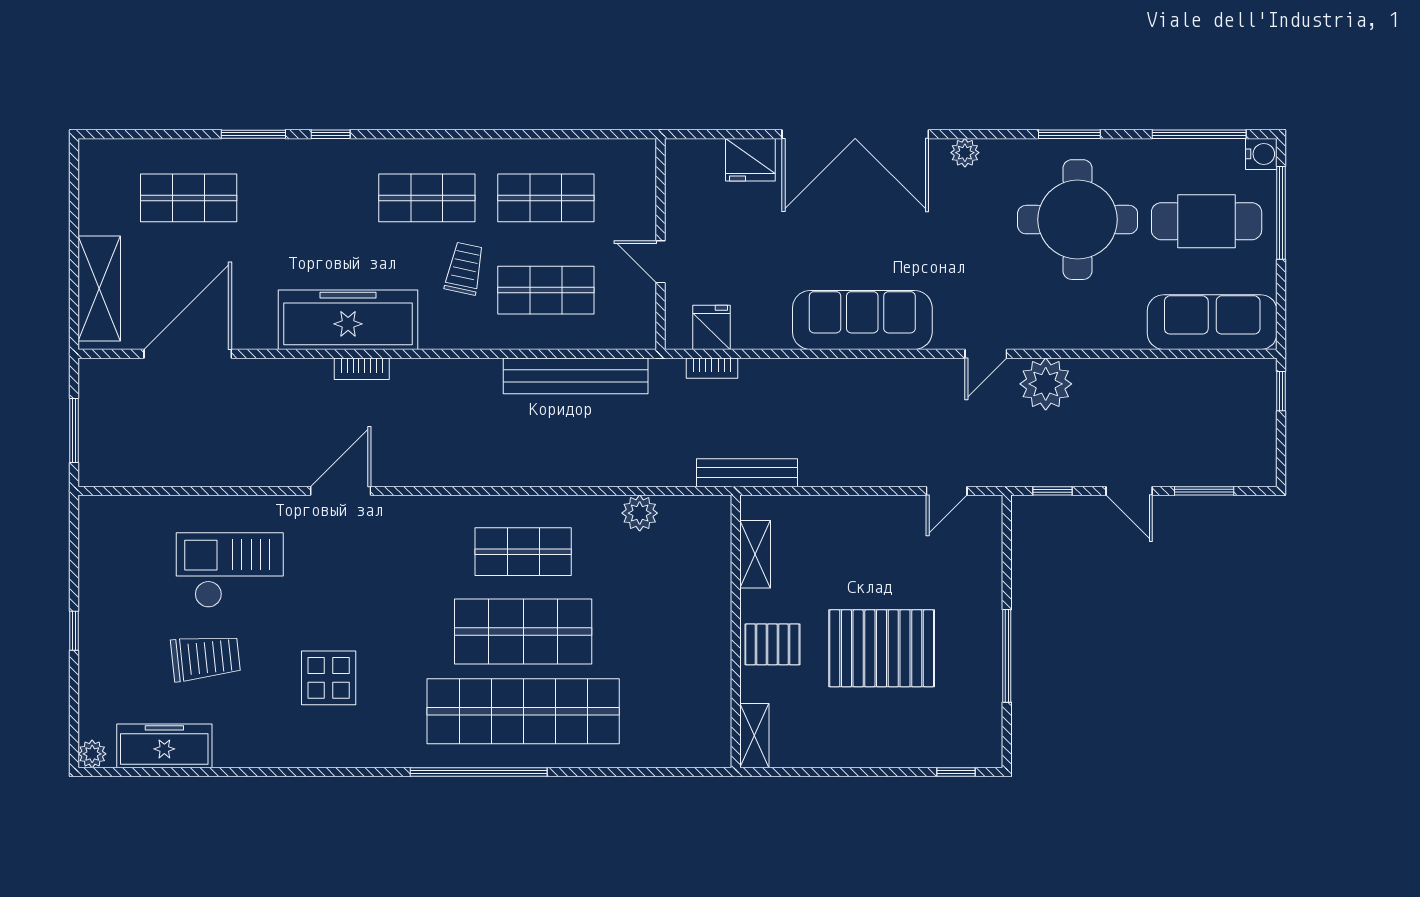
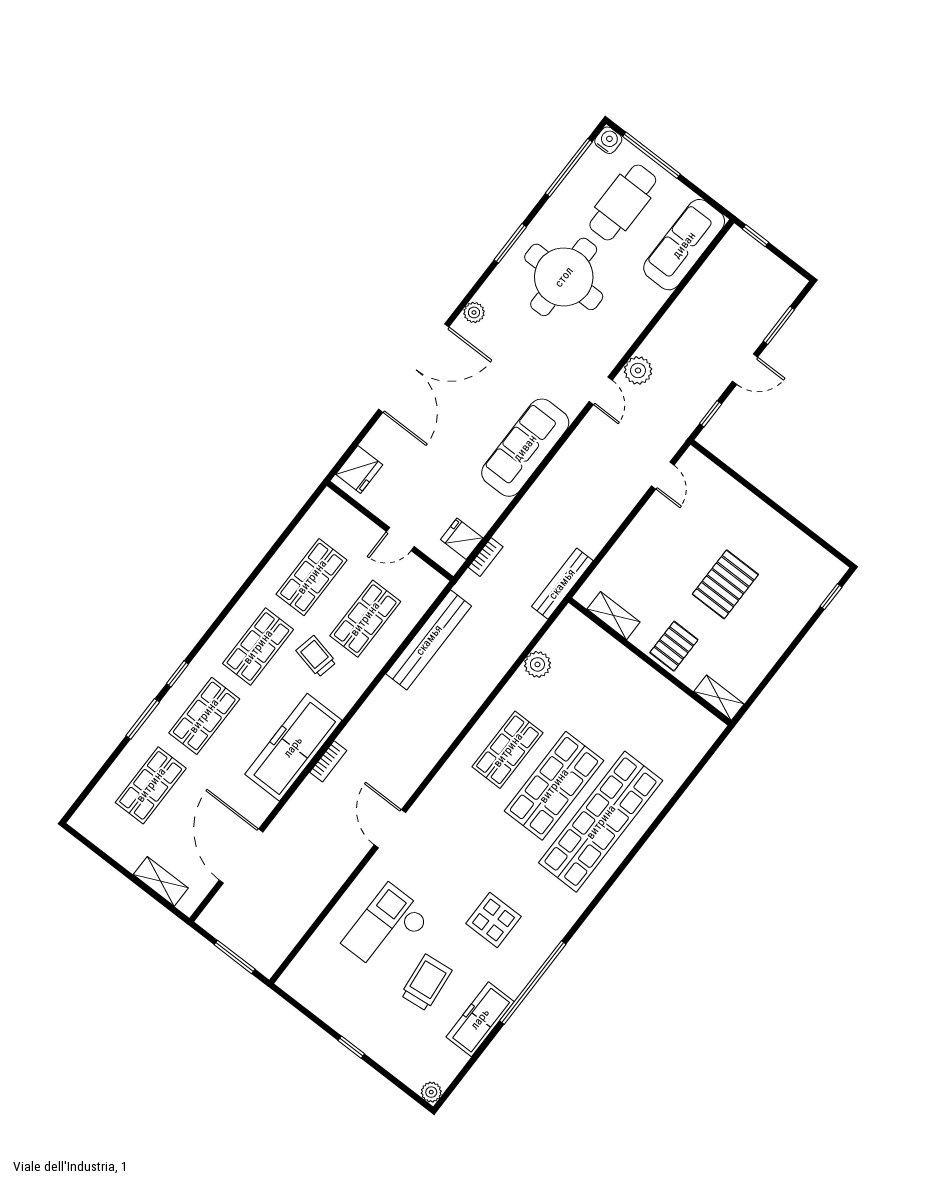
fridge: (750, 160) -> (359, 469), moved
shop shelf: (308, 198) -> (204, 716), added
shelving: (99, 288) -> (161, 881), width x0.67, depth x0.75
plant: (1046, 384) -> (638, 370), width x0.73, depth x0.73
pallet: (882, 648) -> (725, 584), width x0.73, depth x0.71
window: (1007, 656) -> (786, 515), removed
freezer: (164, 746) -> (480, 1019), moved
window: (479, 772) -> (533, 983), moved

